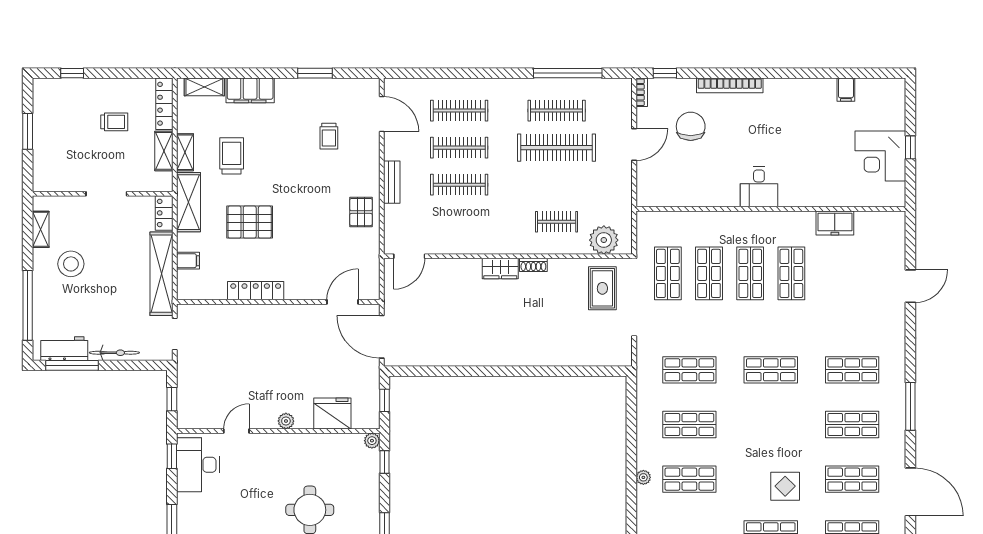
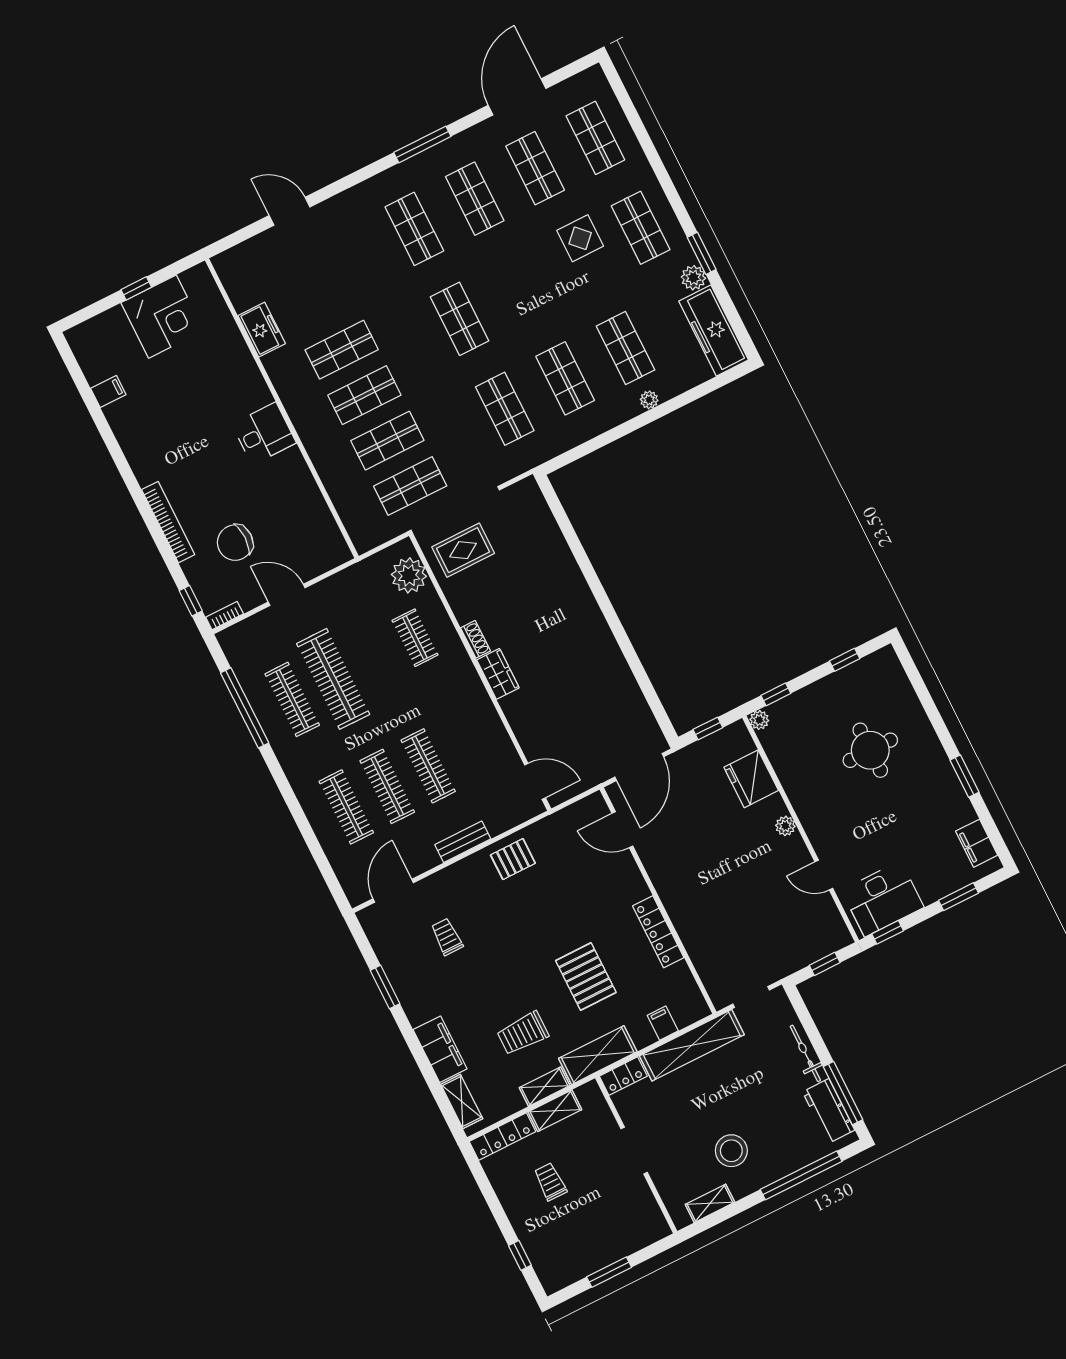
trolley: (329, 136) -> (447, 937), turned -90

